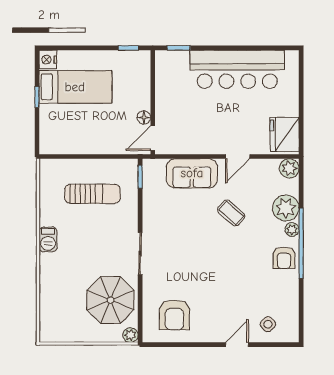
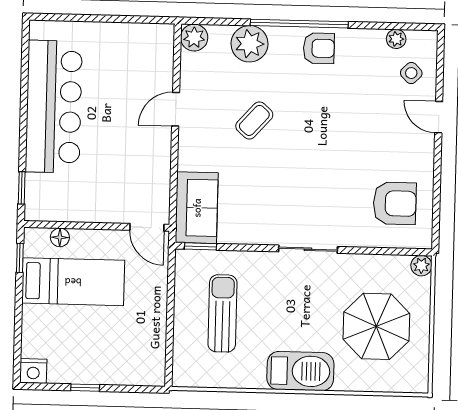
bed: (75, 87) -> (73, 282), moved, turned 90
floor lamp: (144, 117) -> (60, 237), moved
fridge: (285, 134) -> (146, 43), removed
door: (238, 156) -> (176, 109), swing flipped
sofa: (192, 173) -> (197, 208), moved
plant: (292, 230) -> (396, 39), moved
barbecue: (48, 239) -> (300, 371), width x1.88, depth x1.53
parasol: (110, 300) -> (376, 326), moved

